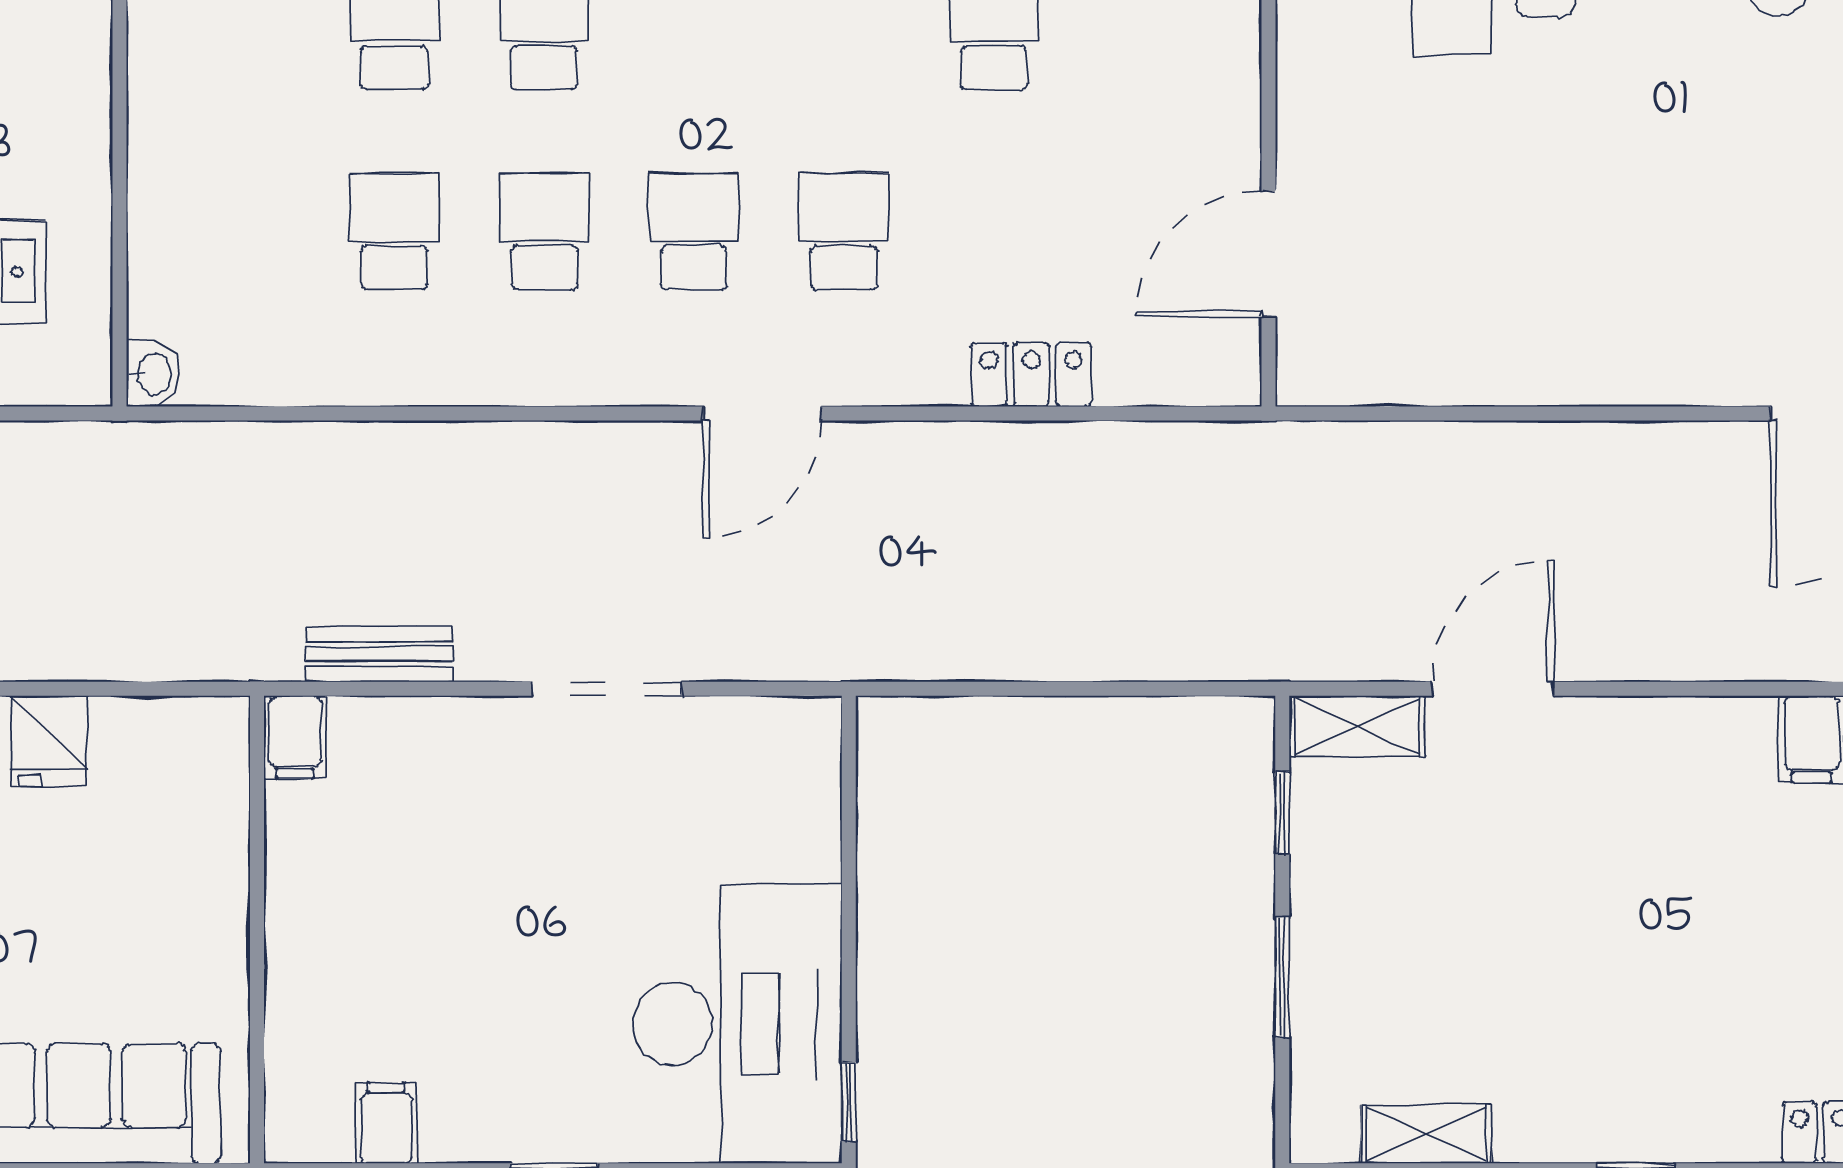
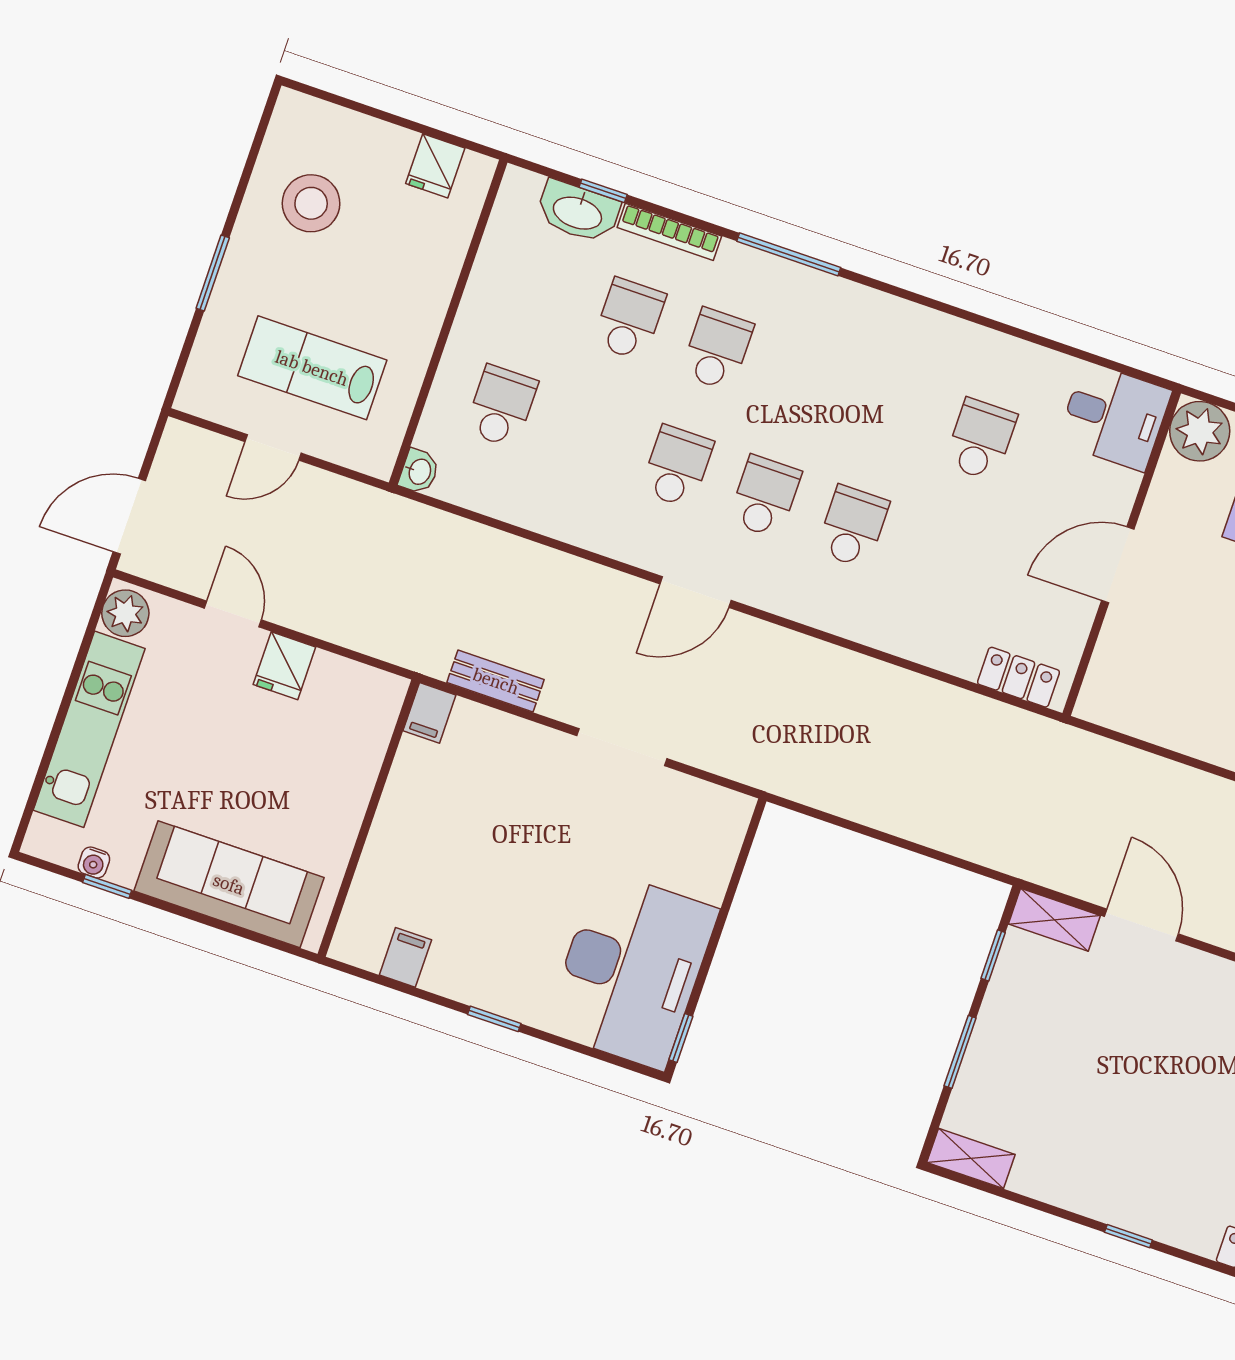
school desk: (394, 231) -> (501, 406), moved
door: (1268, 254) -> (1118, 565), moved
locker: (1031, 375) -> (1018, 677), moved
door: (762, 414) -> (695, 592), moved
door: (1493, 689) -> (1141, 925), hinge flipped
shelving: (1426, 1134) -> (971, 1158), moved

